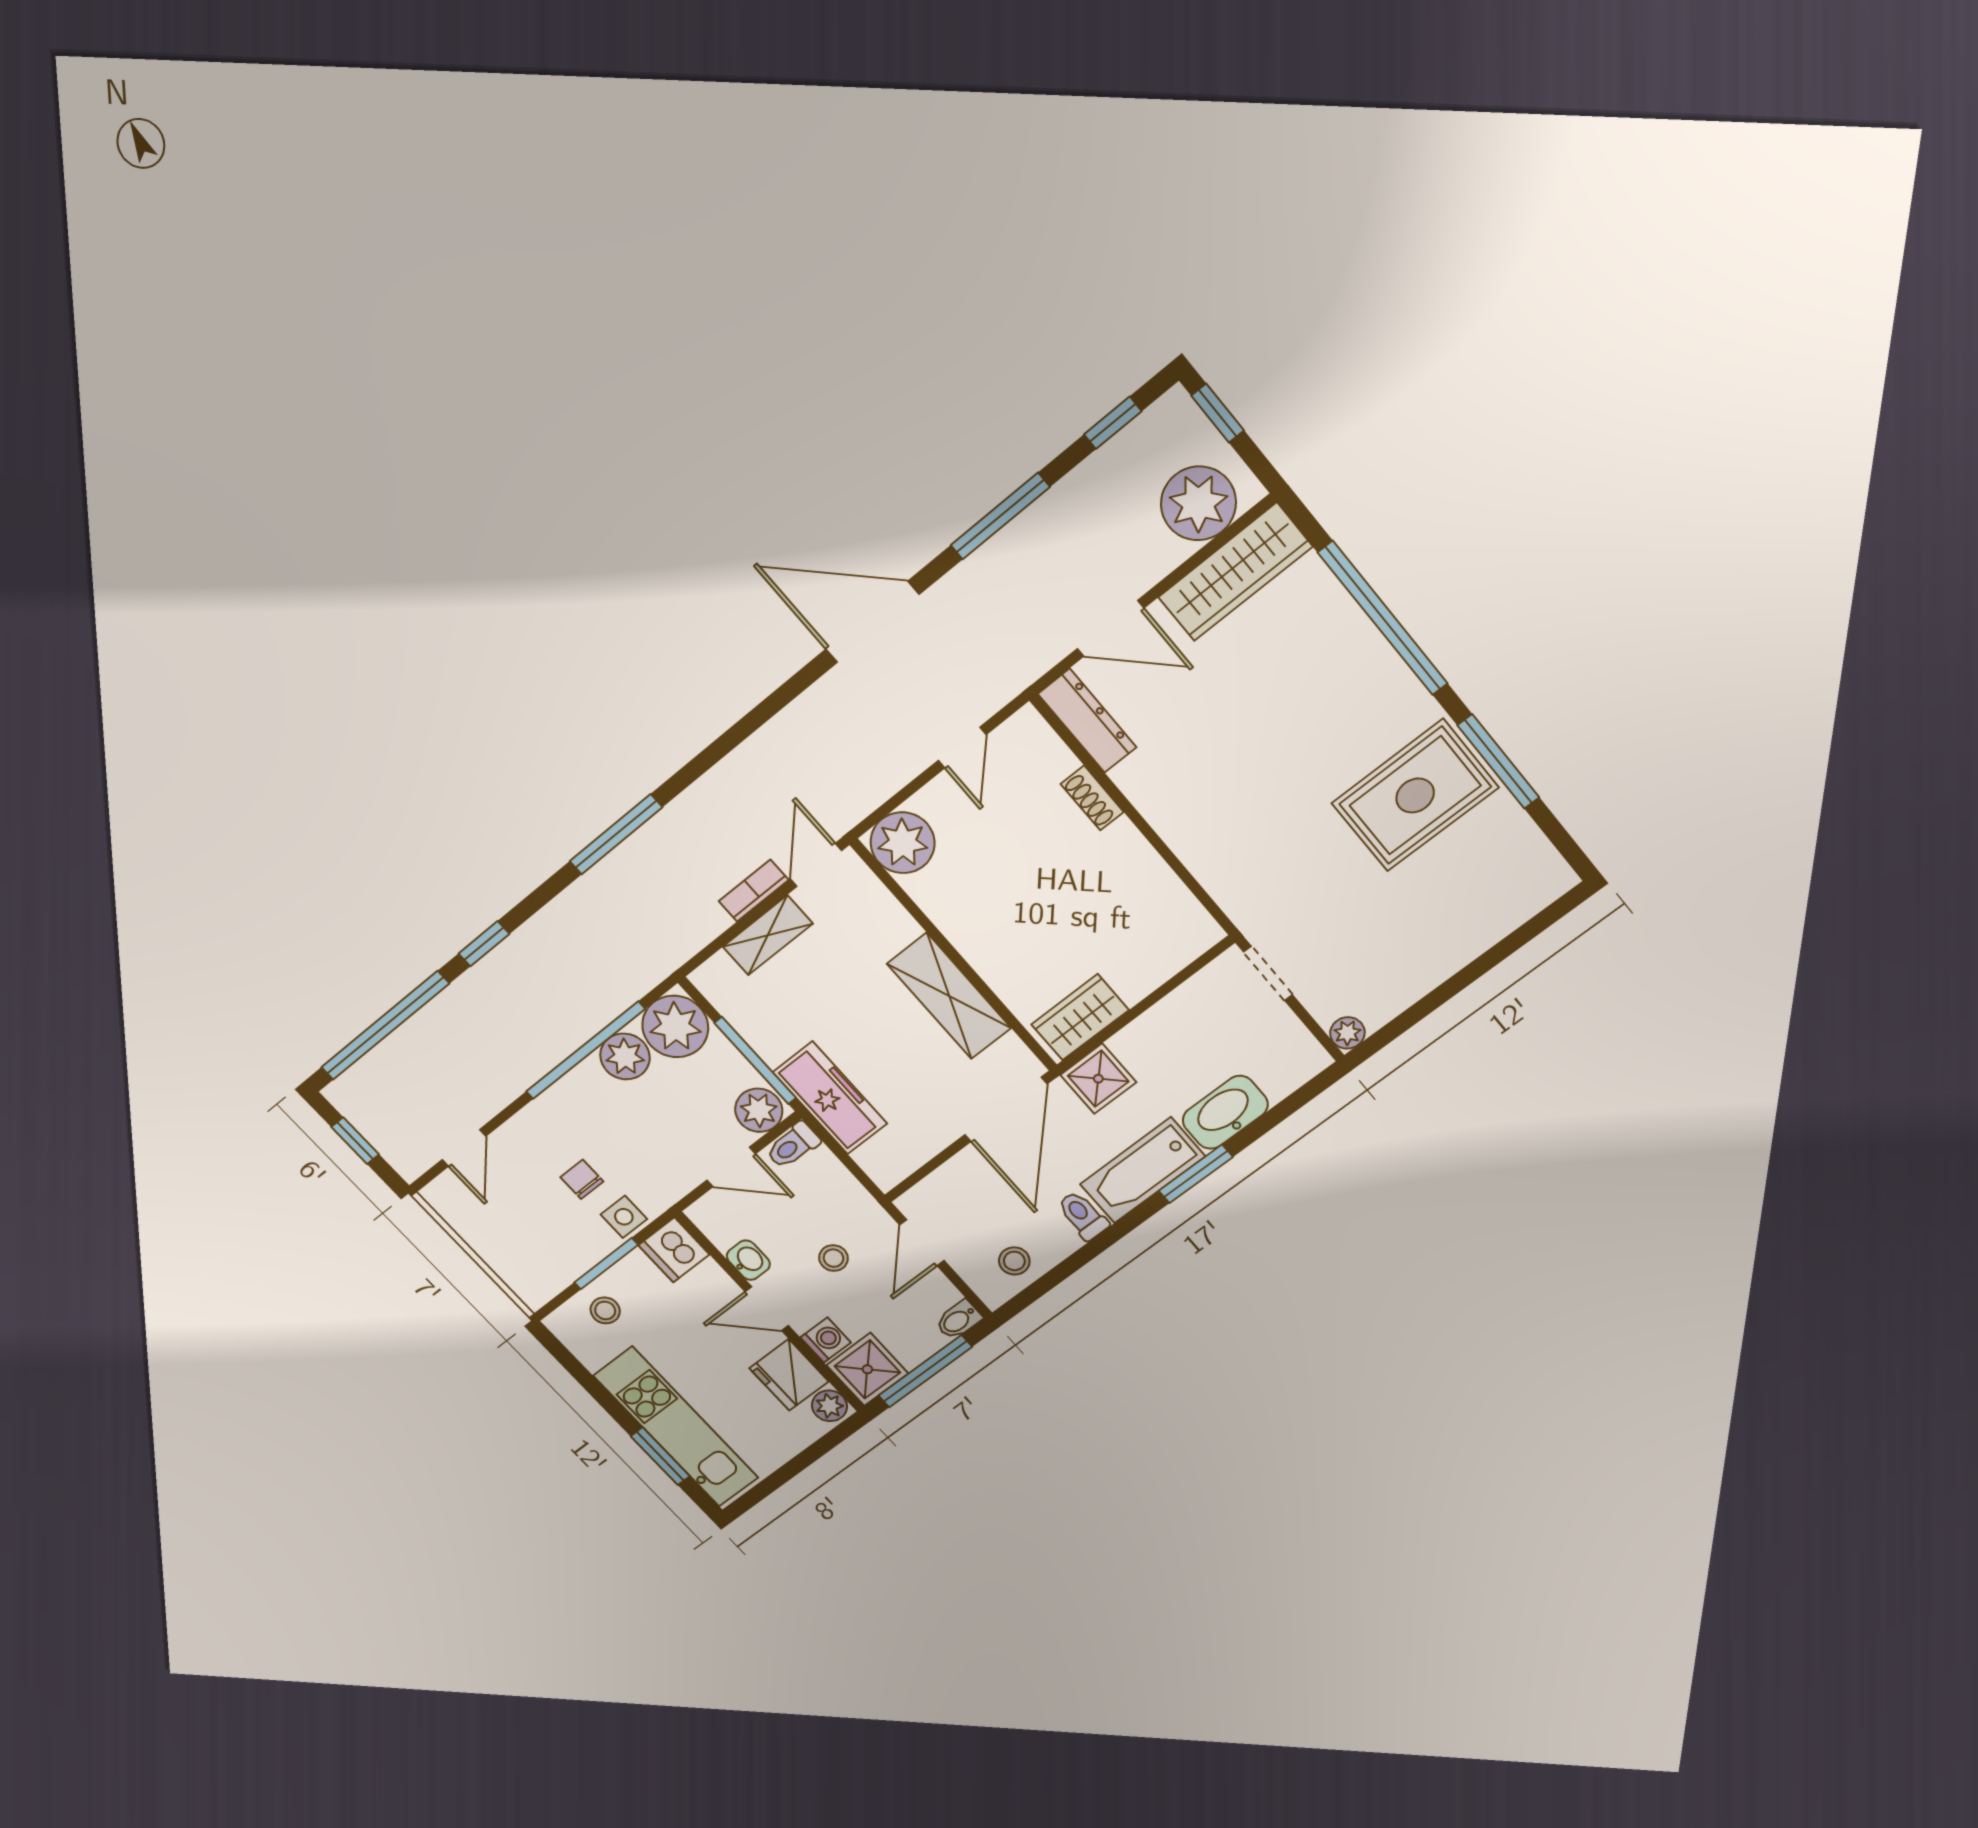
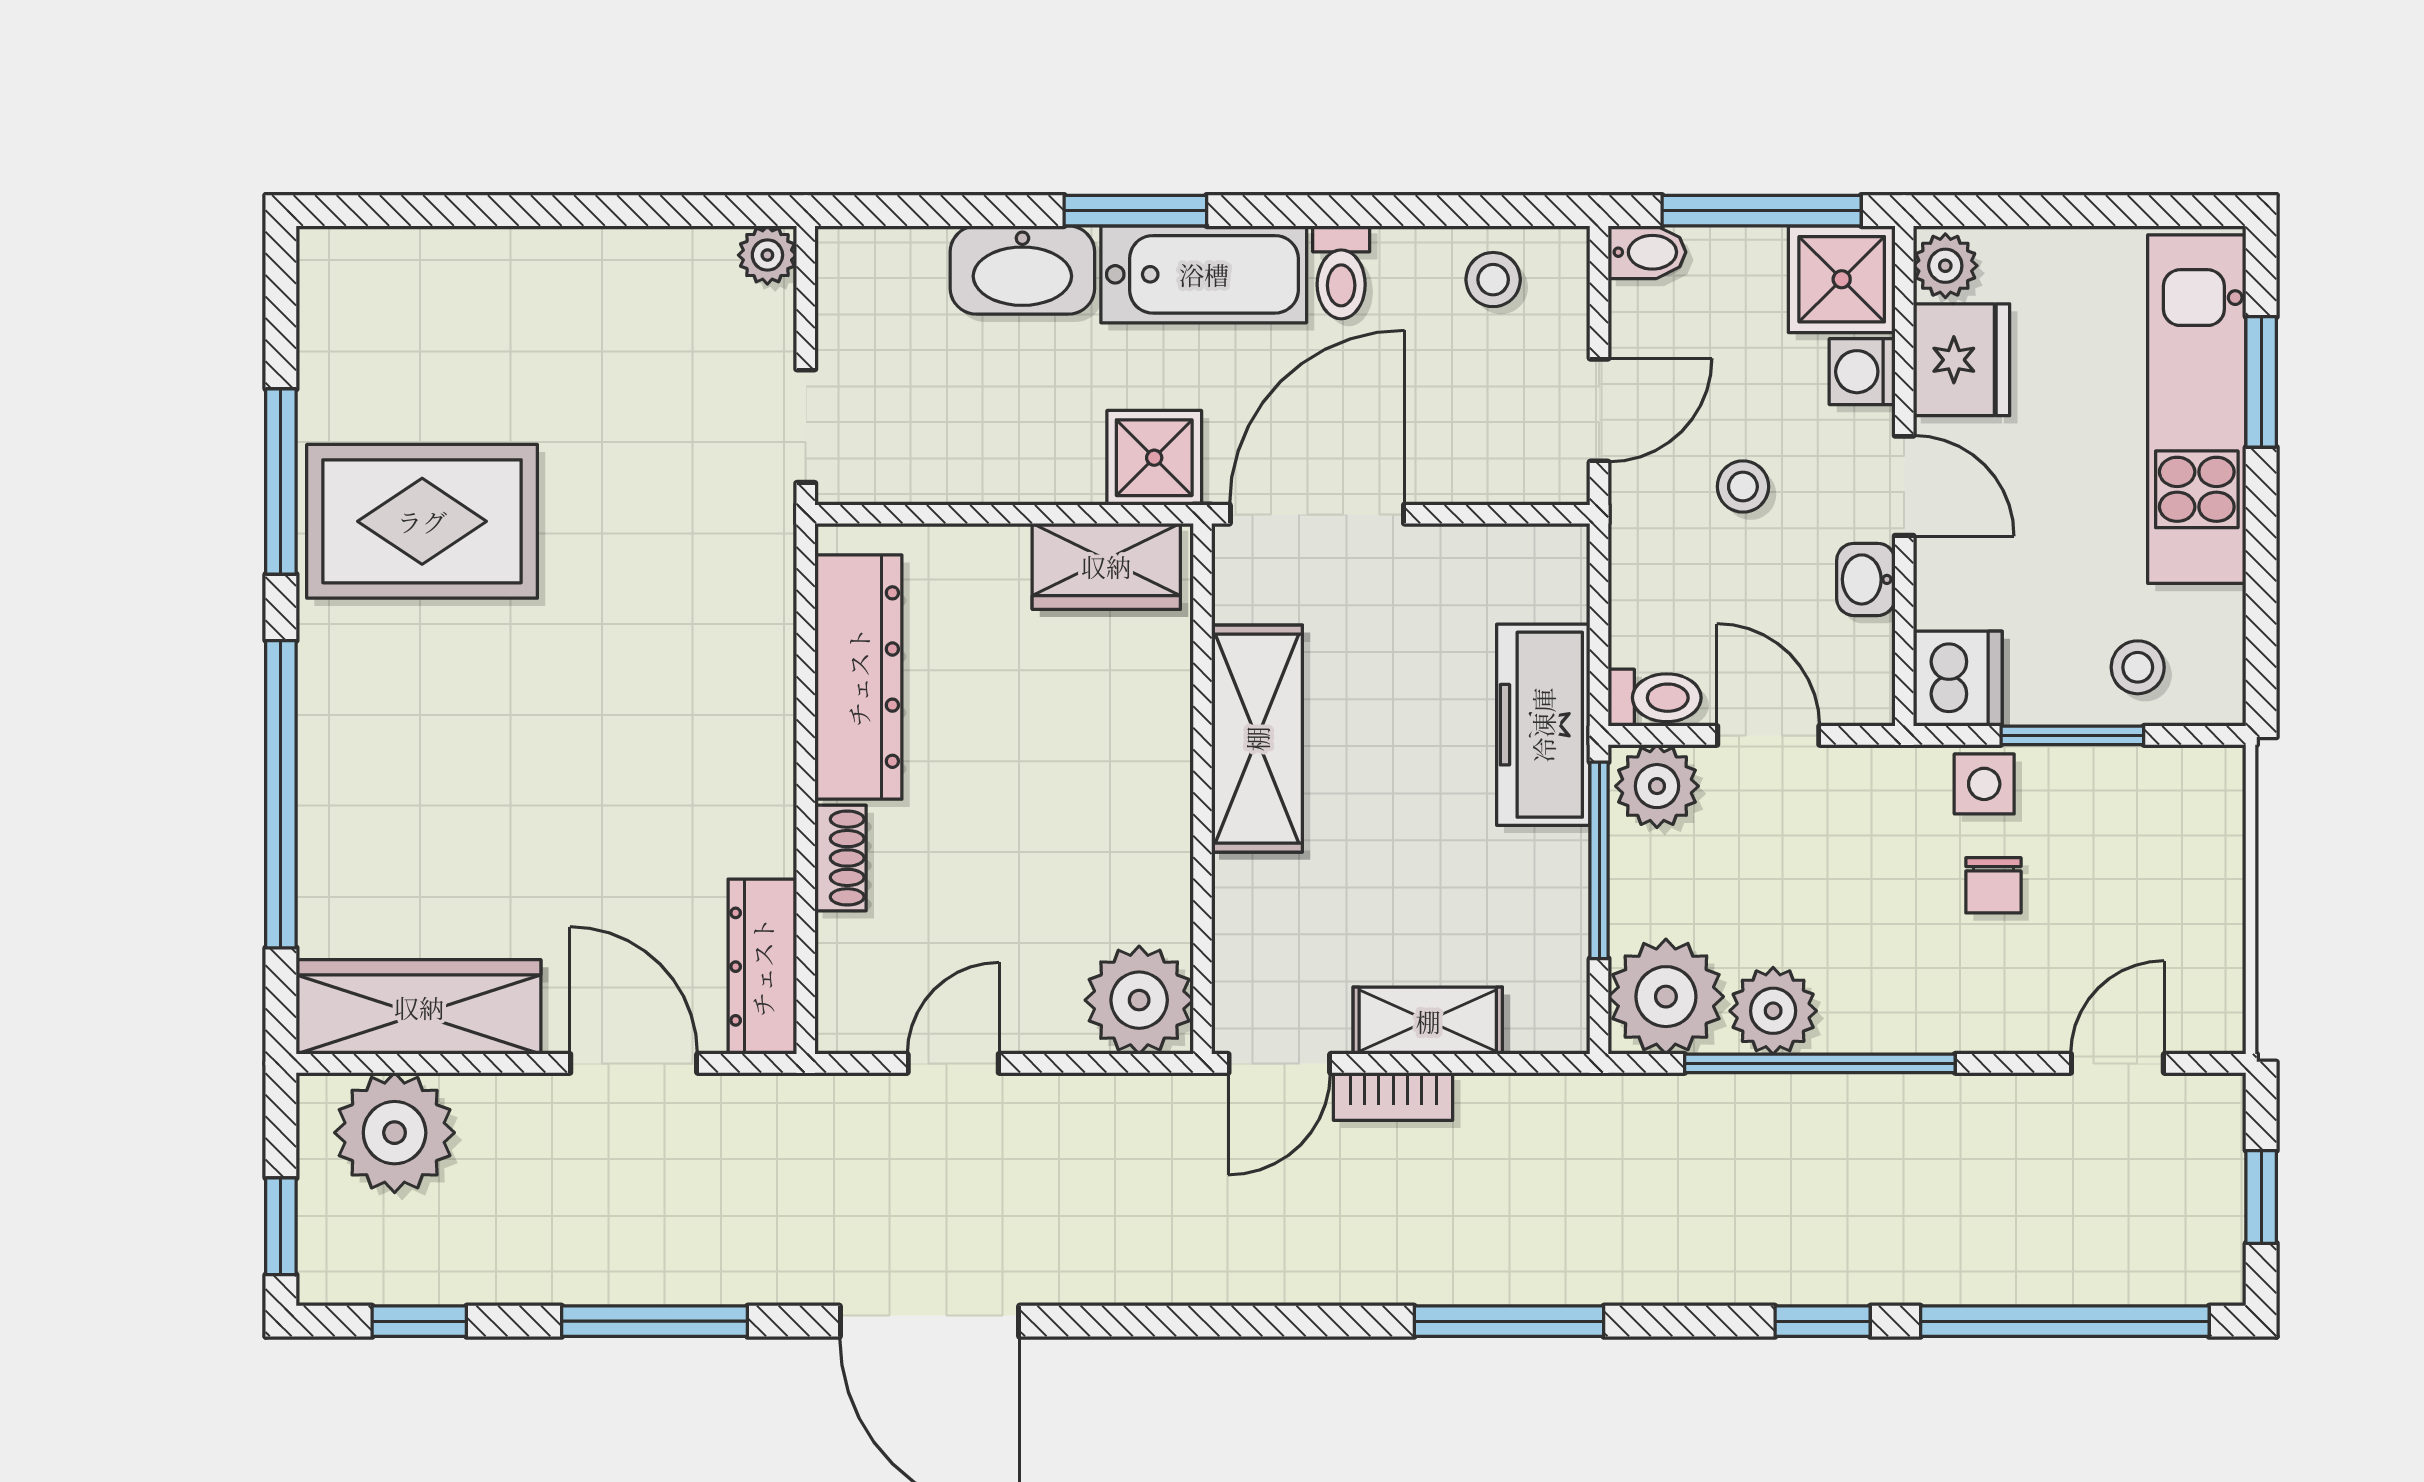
dresser: (1152, 884) -> (858, 677), added

